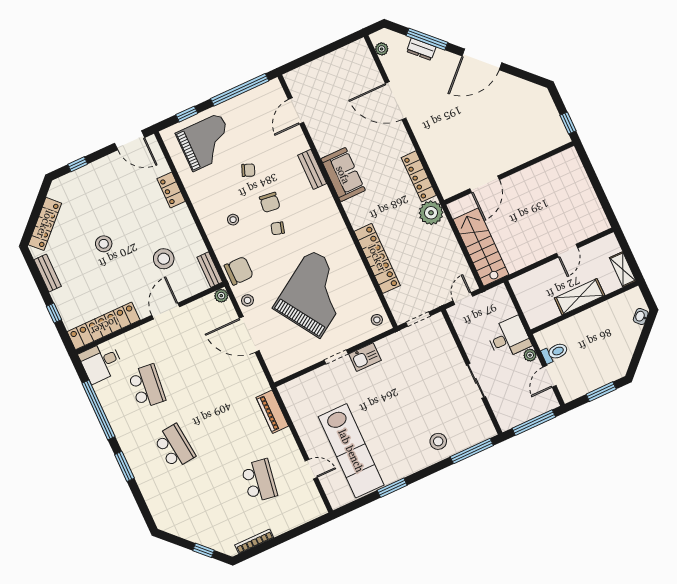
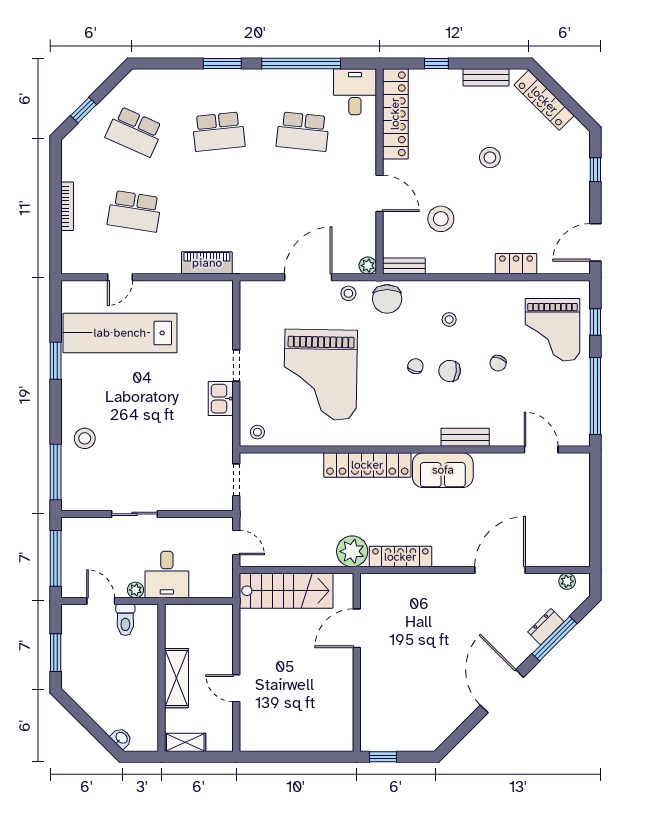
door: (485, 184) -> (357, 628), hinge flipped
locker: (377, 258) -> (367, 465), moved
grand piano: (315, 294) -> (321, 375), turned 34
school desk: (202, 507) -> (134, 132), added
bookcase: (254, 541) -> (67, 206), moved

